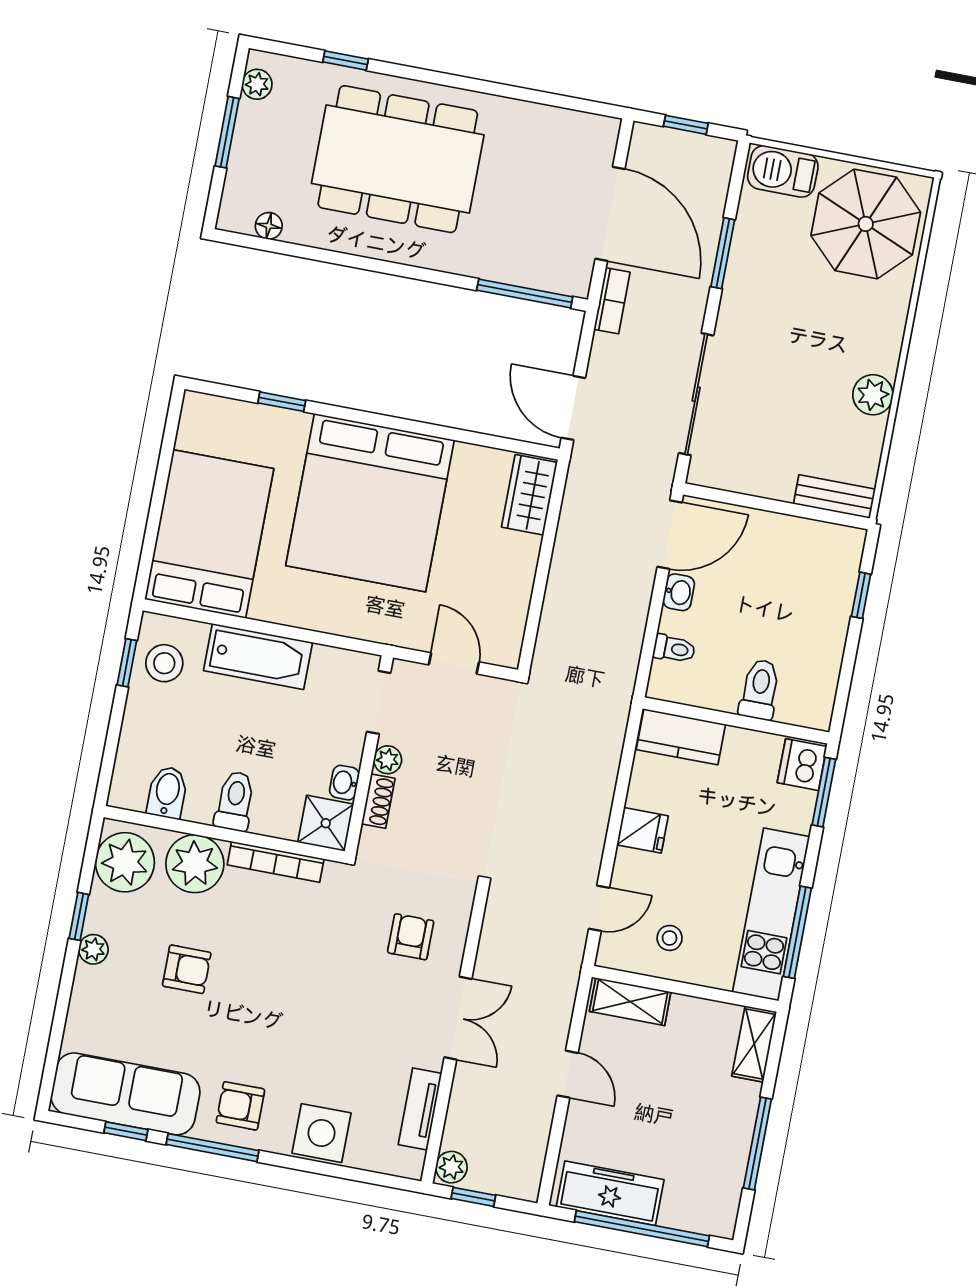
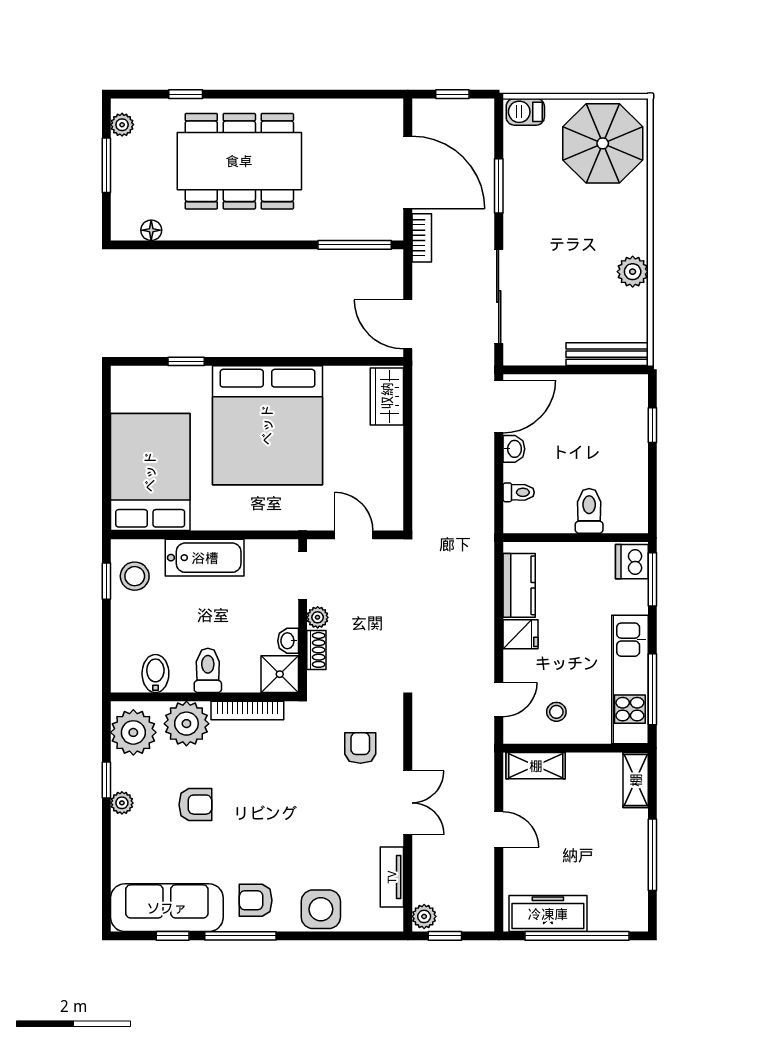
barbecue: (783, 171) -> (525, 112), width x0.73, depth x0.79
bench: (834, 497) -> (607, 354), width x1.36
kitchen counter: (681, 737) -> (519, 585), moved, turned -90

